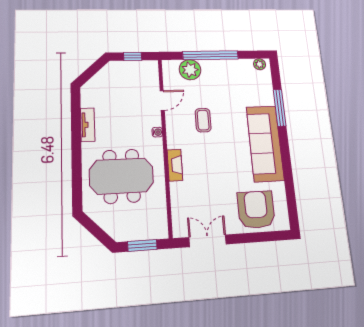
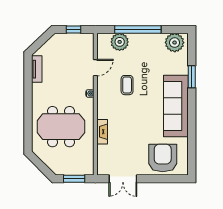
plant: (260, 64) -> (175, 43), width x1.88, depth x1.88
window: (280, 108) -> (192, 77), width x0.69
tv unit: (88, 125) -> (37, 69), moved
fireplace: (175, 165) -> (102, 132), moved
double door: (208, 241) -> (123, 179), swing flipped

